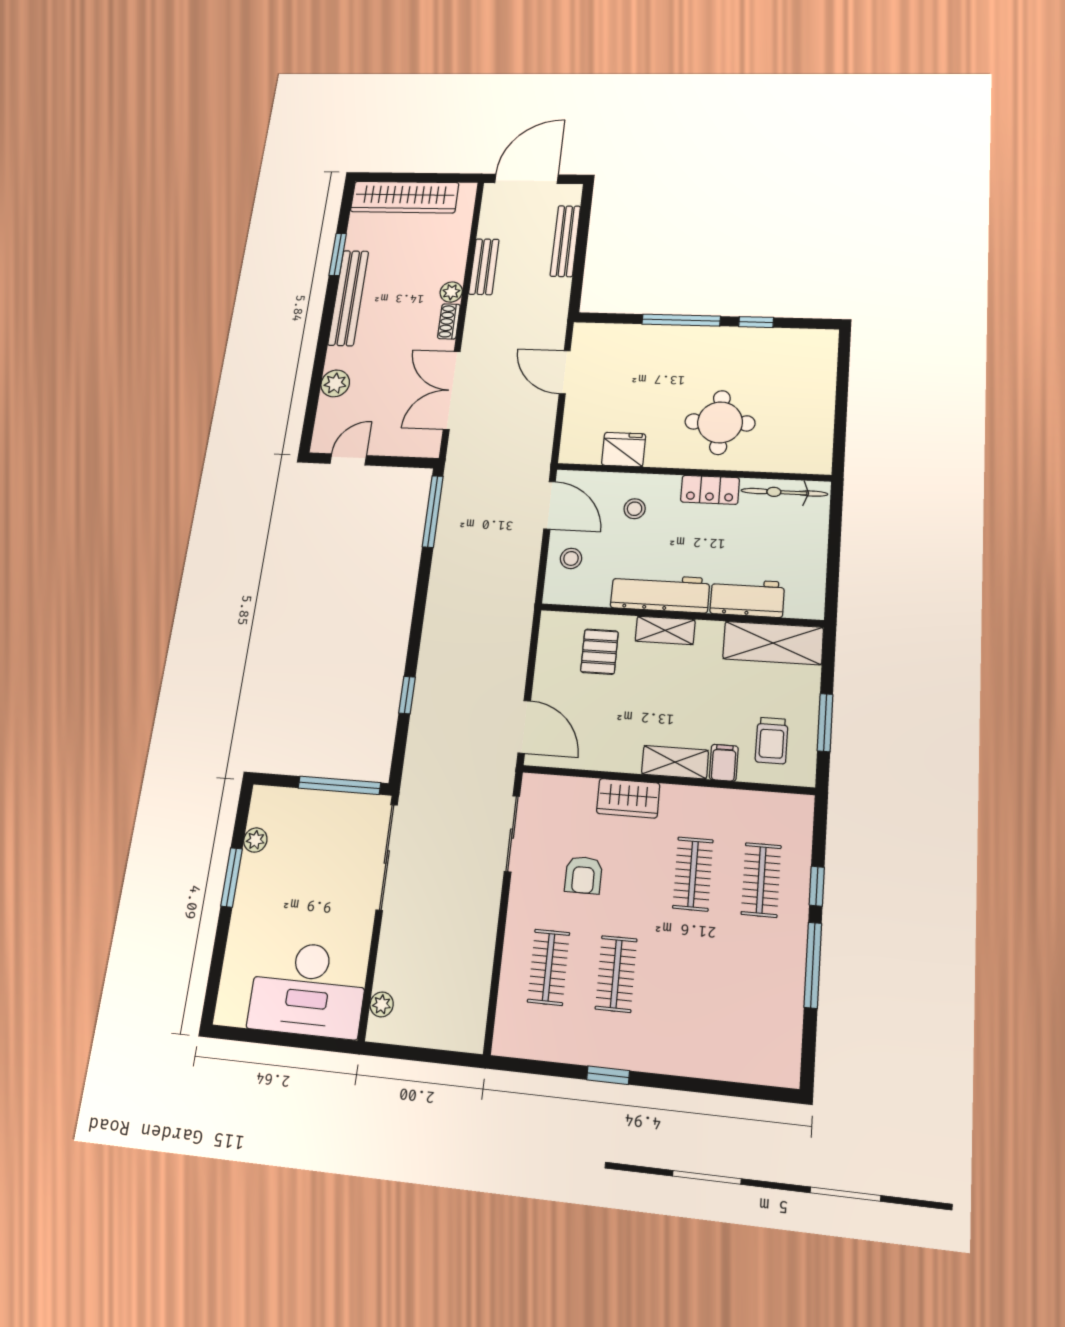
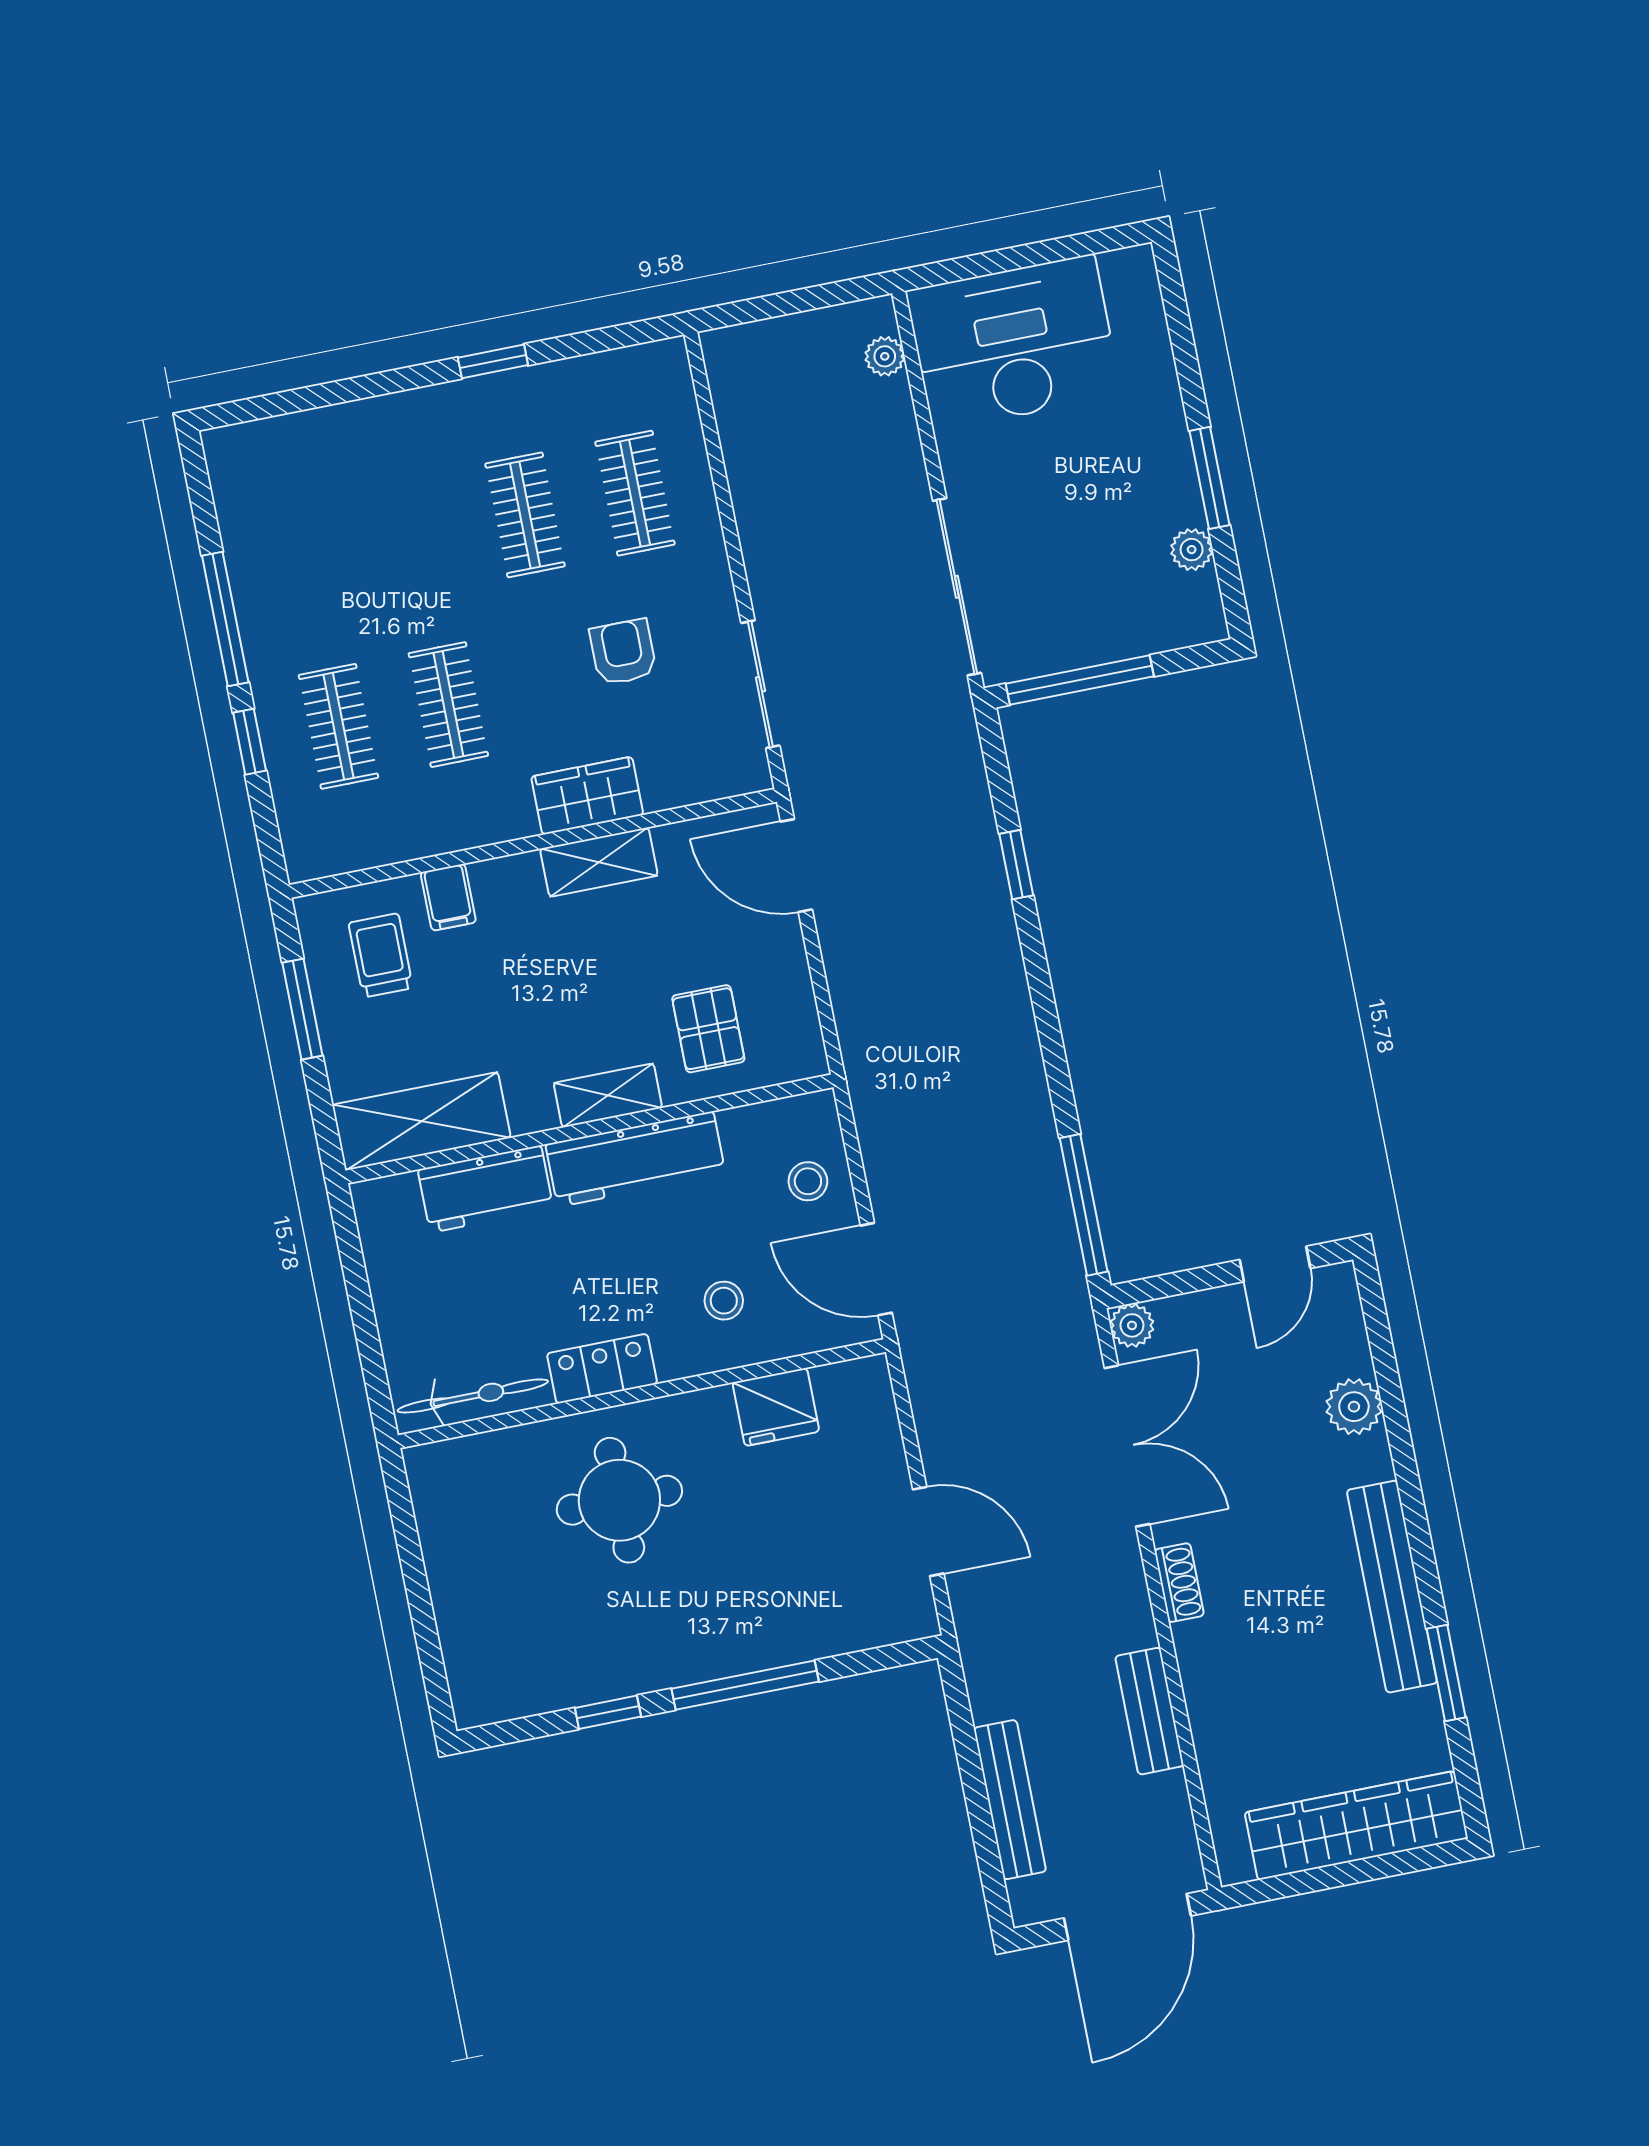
plant: (451, 292) -> (1132, 1325), moved
shelving: (675, 762) -> (599, 862), moved

